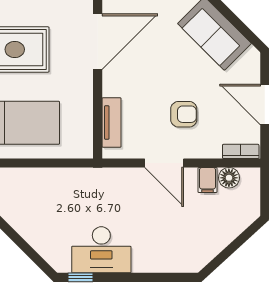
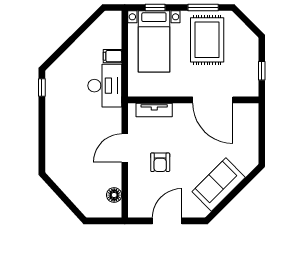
bookcase: (241, 151) -> (133, 204), removed
filing cabinet: (208, 180) -> (112, 56), moved
desk: (101, 250) -> (105, 86), moved, turned 180

